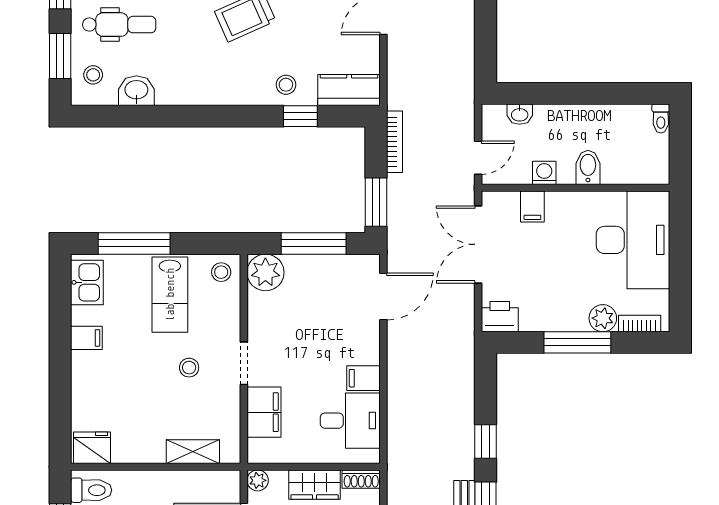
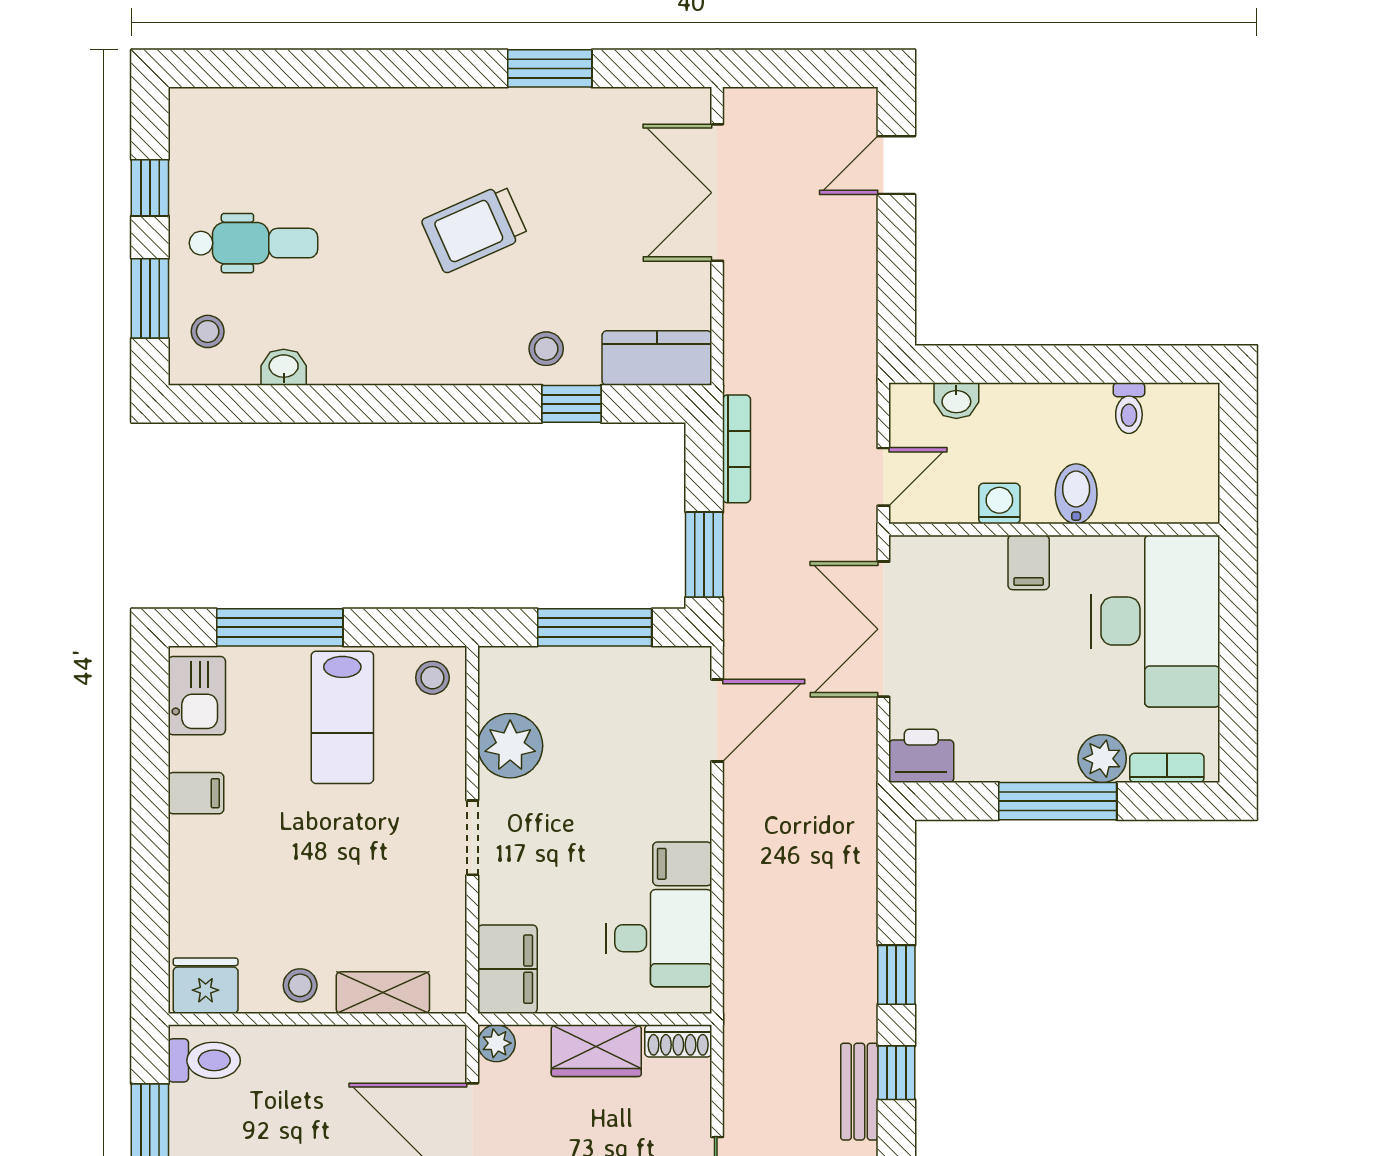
washbasin: (136, 91) -> (284, 367), width x0.72, depth x0.69
toilet: (661, 118) -> (1129, 408), moved
filing cabinet: (532, 206) -> (1029, 562), moved
plant: (265, 272) -> (510, 746), moved
stool: (189, 368) -> (300, 985), moved
filing cabinet: (264, 412) -> (507, 969), moved

